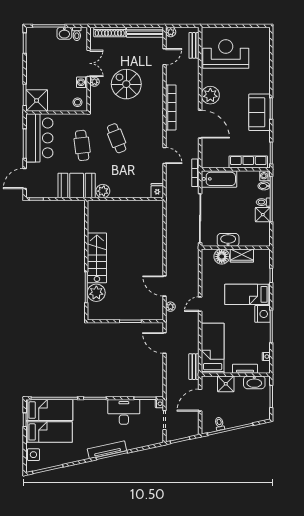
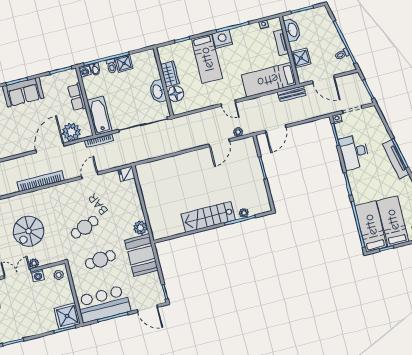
plant: (210, 95) -> (71, 132), moved
row of seats: (248, 162) -> (77, 97), width x0.68
plant: (96, 293) -> (244, 213), width x0.53, depth x0.53

